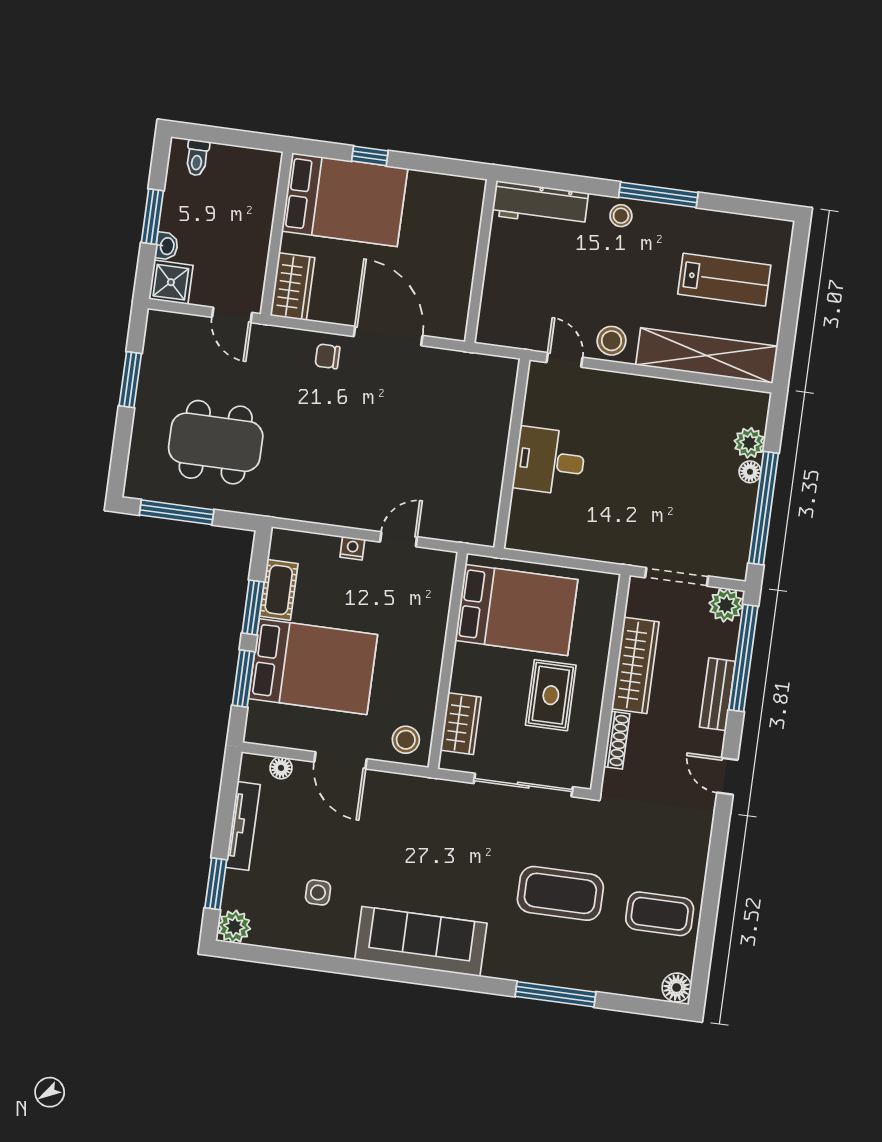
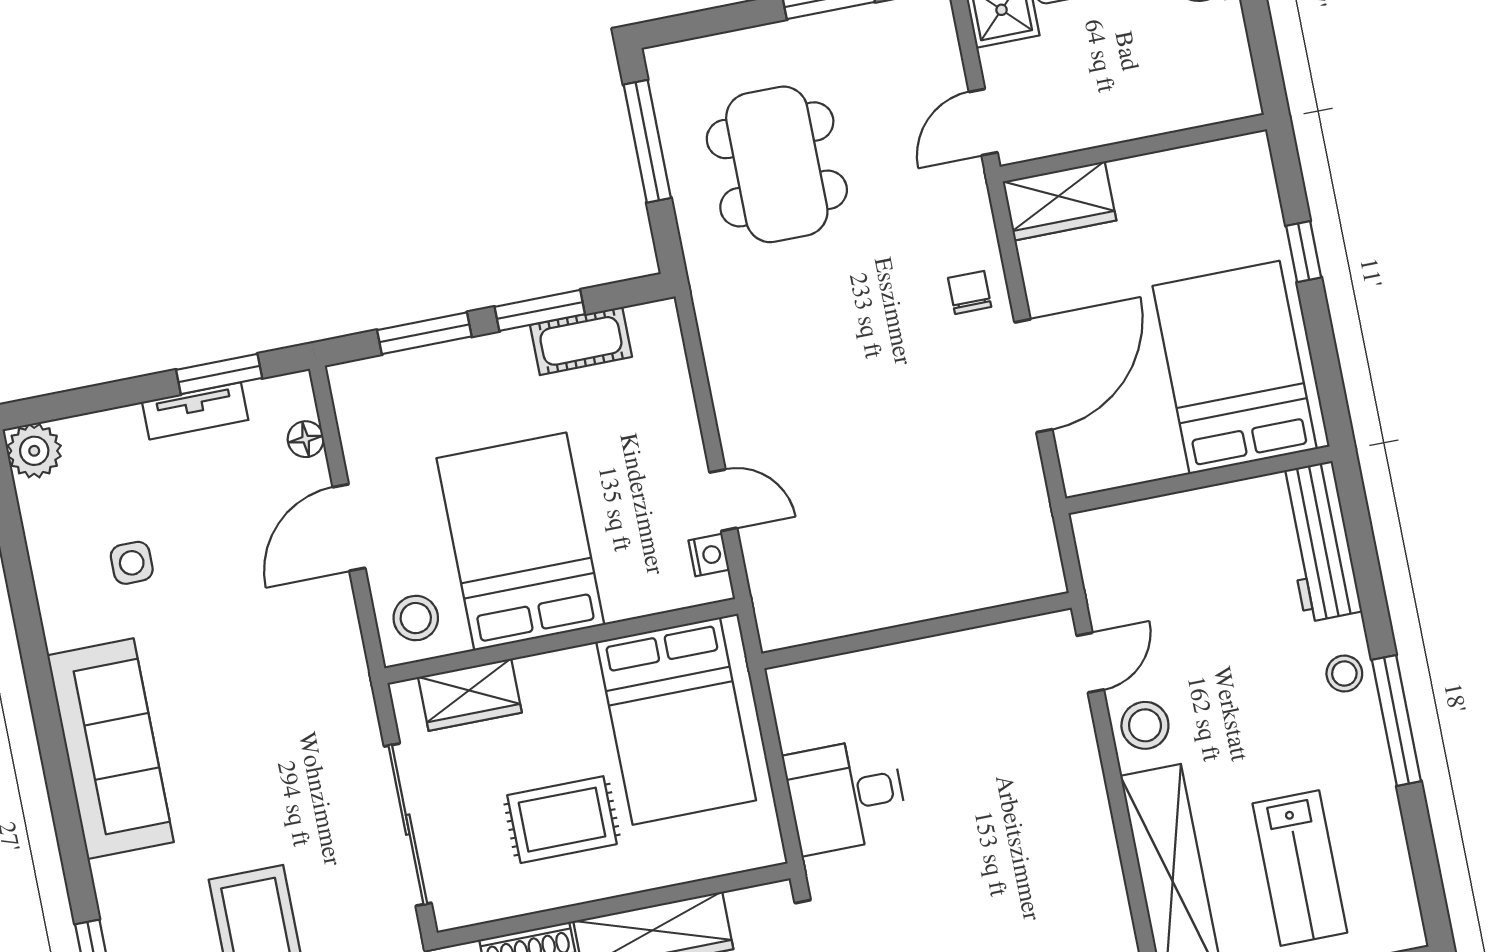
bed: (345, 200) -> (1235, 367), moved, turned 180
desk: (549, 461) -> (846, 796), moved, turned -90
nightstand: (352, 548) -> (709, 555), moved
bed: (313, 667) -> (520, 542), moved, turned 180
tv unit: (243, 826) -> (195, 411), width x0.71
window: (216, 884) -> (219, 374), moved

